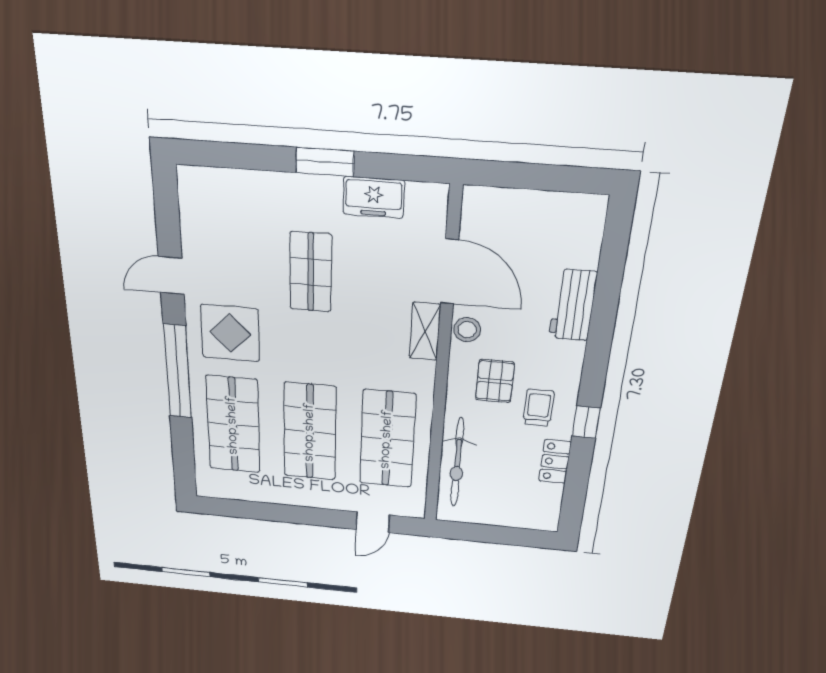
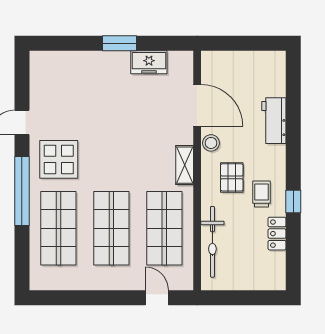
shop shelf: (311, 272) -> (111, 113), removed
shelving: (425, 331) -> (185, 165), moved
door: (373, 522) -> (157, 298), swing flipped

